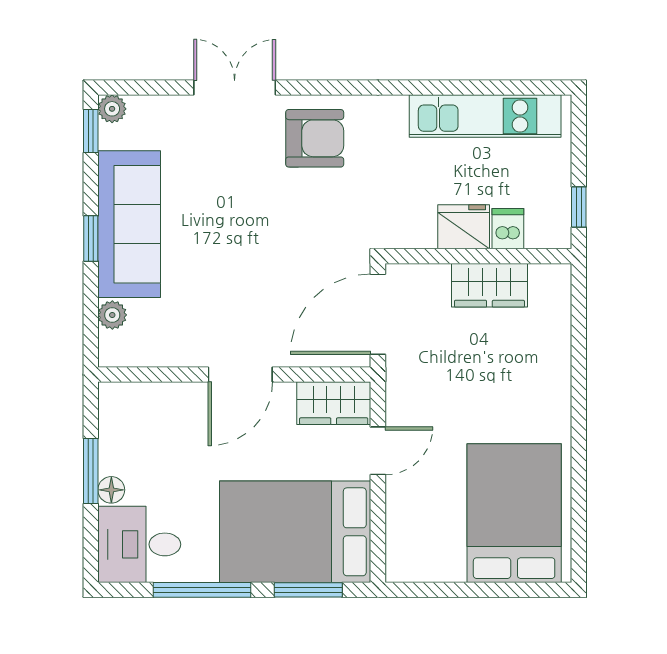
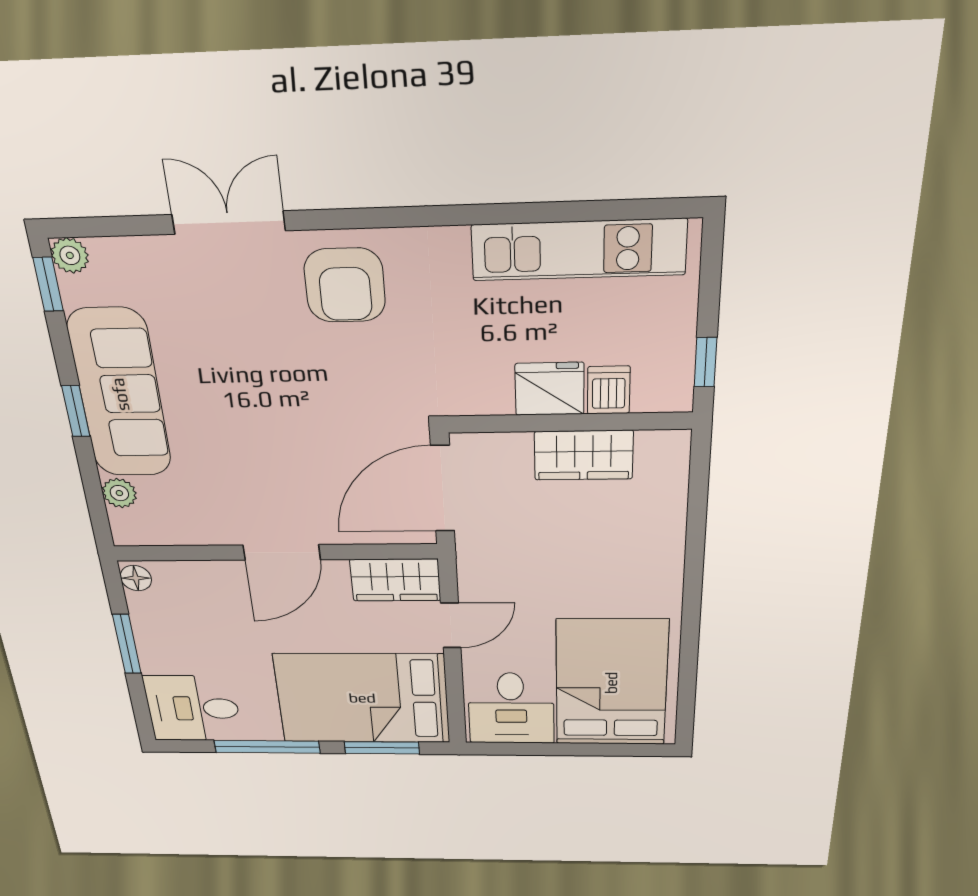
armchair: (315, 138) -> (345, 285), turned 90
floor lamp: (111, 490) -> (136, 578), moved
desk: (427, 542) -> (511, 708), added

